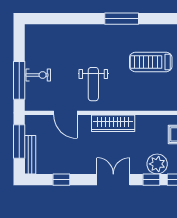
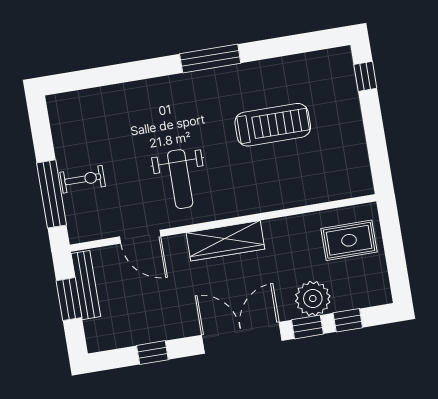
treadmill: (151, 62) -> (273, 125), turned 180
window: (19, 141) -> (69, 299), width x0.69
bench: (30, 155) -> (86, 285), moved
double door: (113, 180) -> (242, 338), width x1.37

